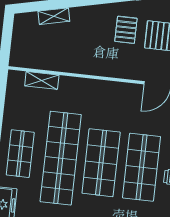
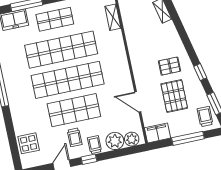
shop shelf: (101, 163) -> (68, 80), width x1.40

